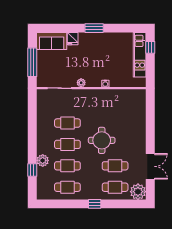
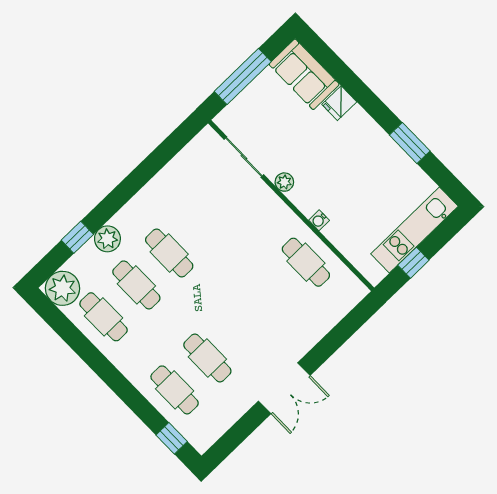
window: (94, 28) -> (410, 143), moved
window: (150, 47) -> (413, 263), moved
cafe table: (67, 123) -> (306, 262), moved
round table: (102, 140) -> (226, 299), removed
double door: (150, 166) -> (284, 388), moved
plant: (138, 192) -> (63, 288), moved
window: (95, 204) -> (172, 438), moved

